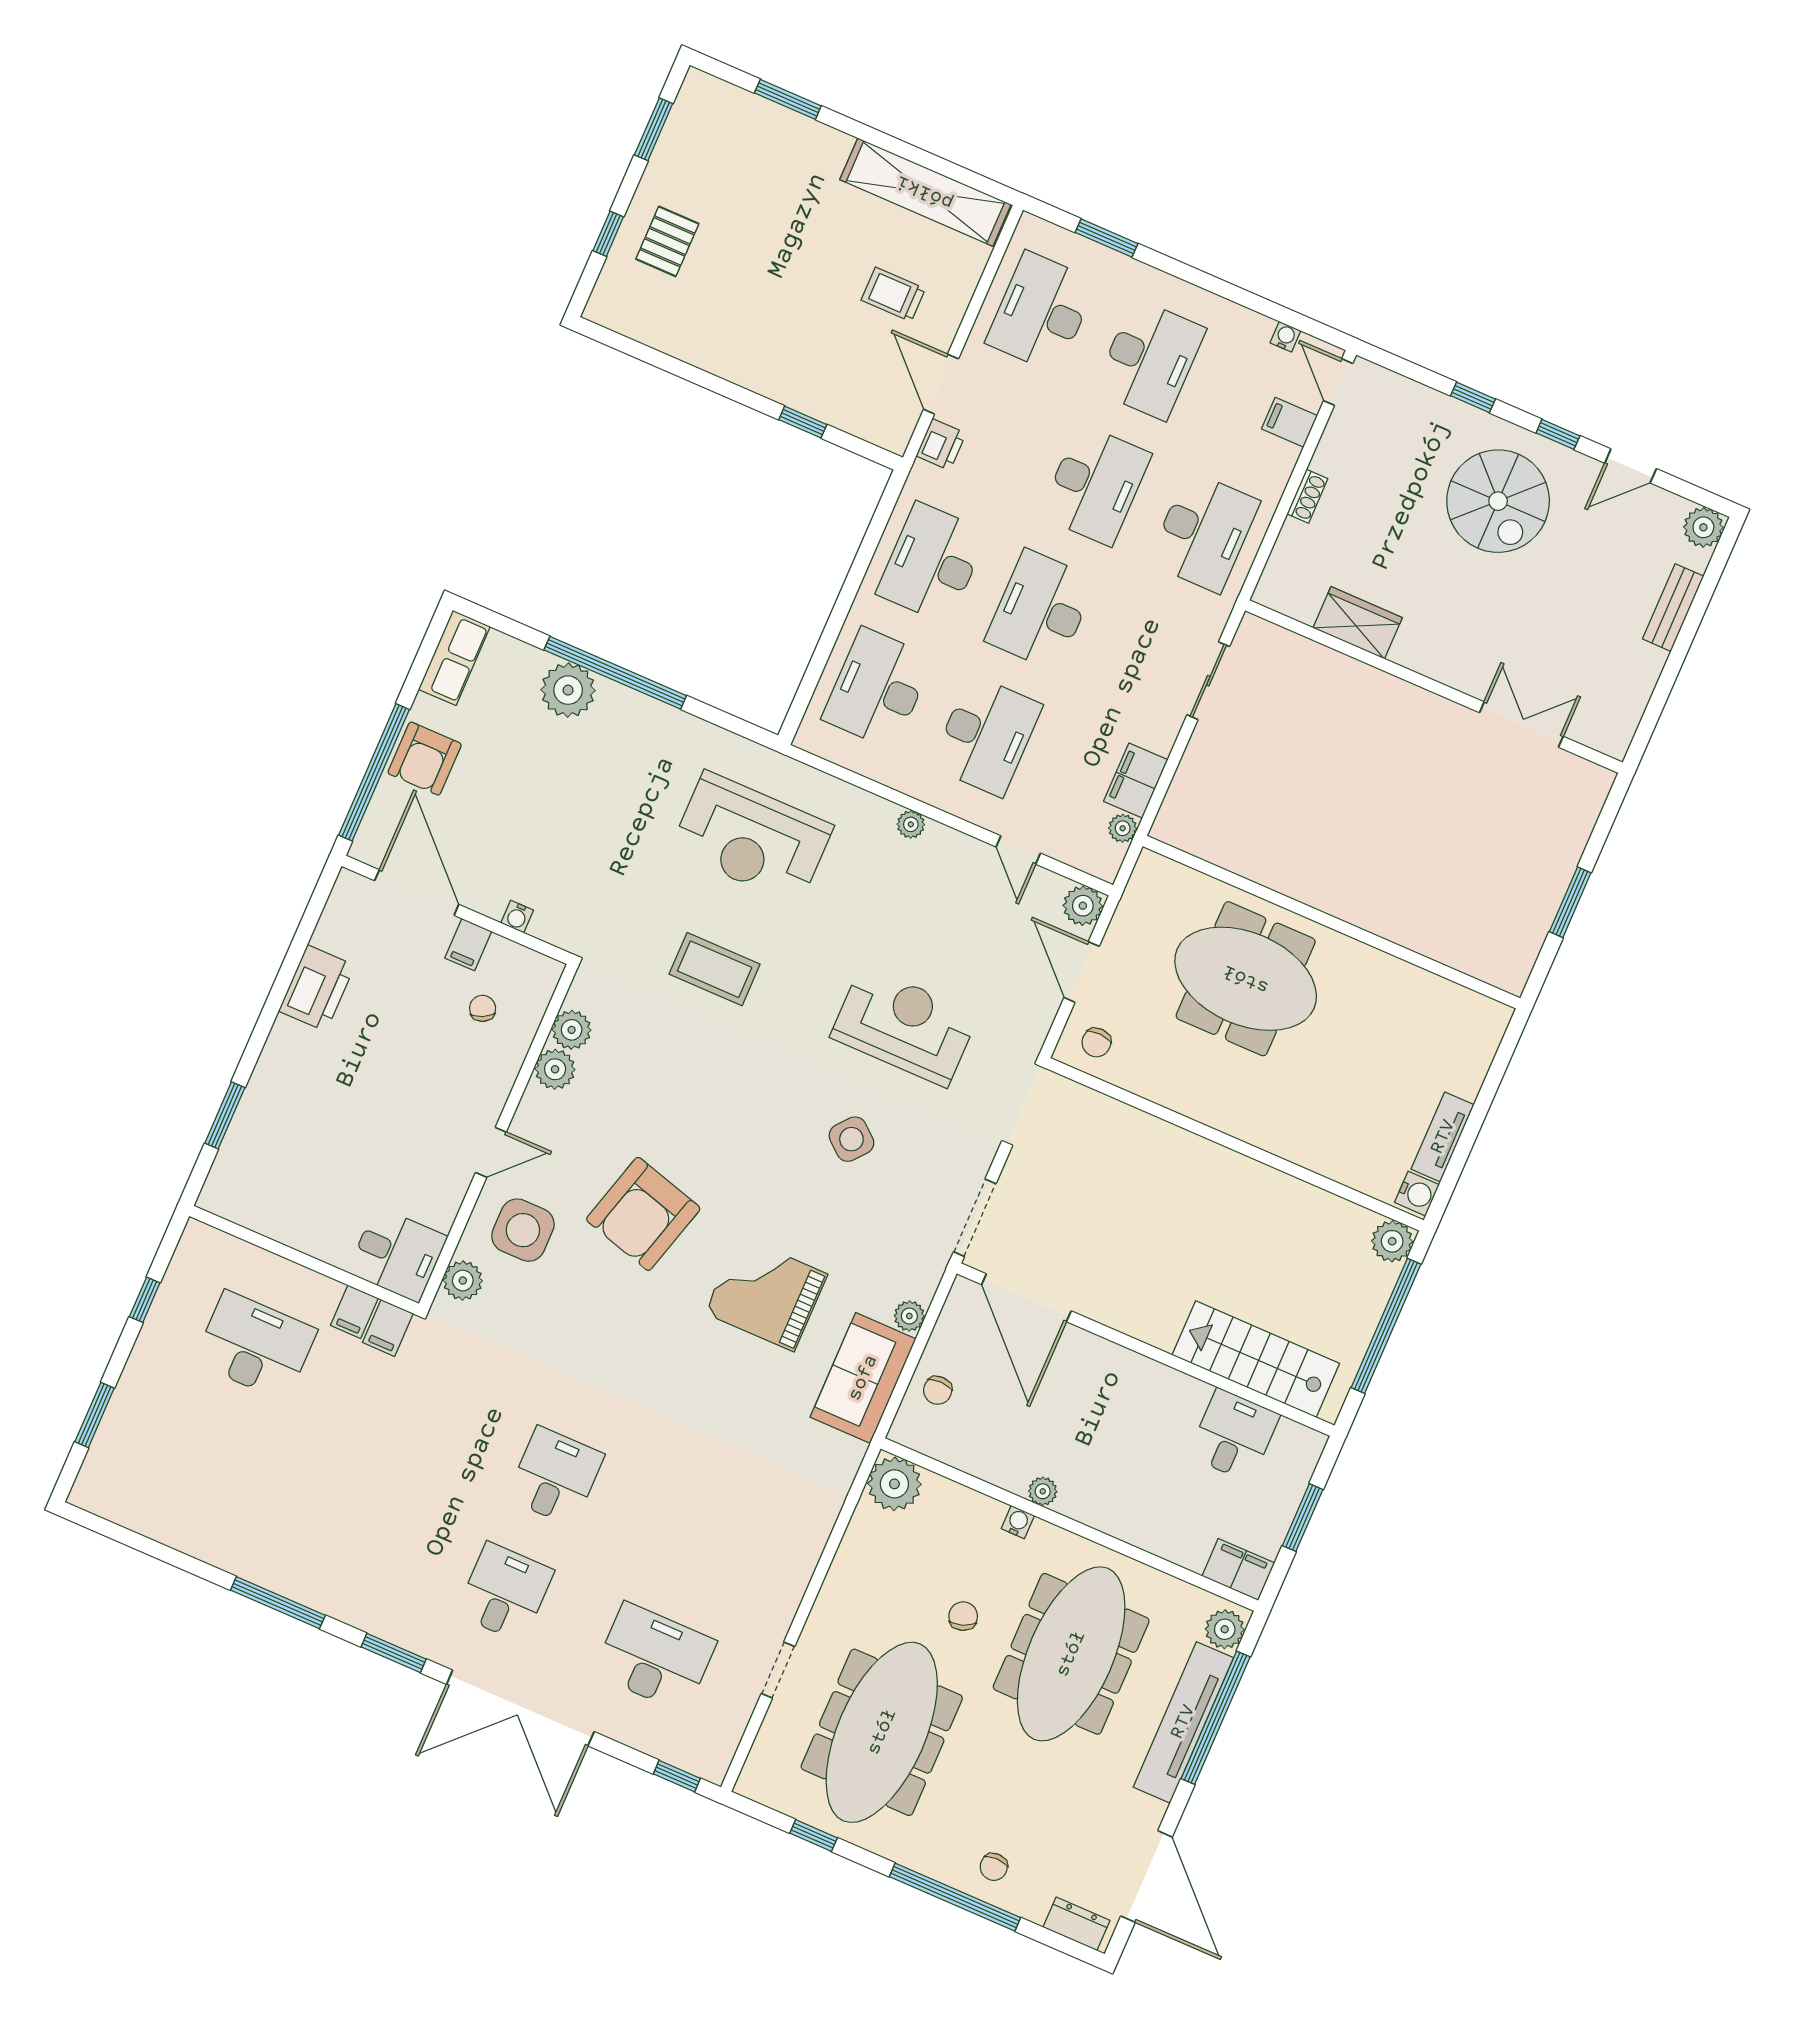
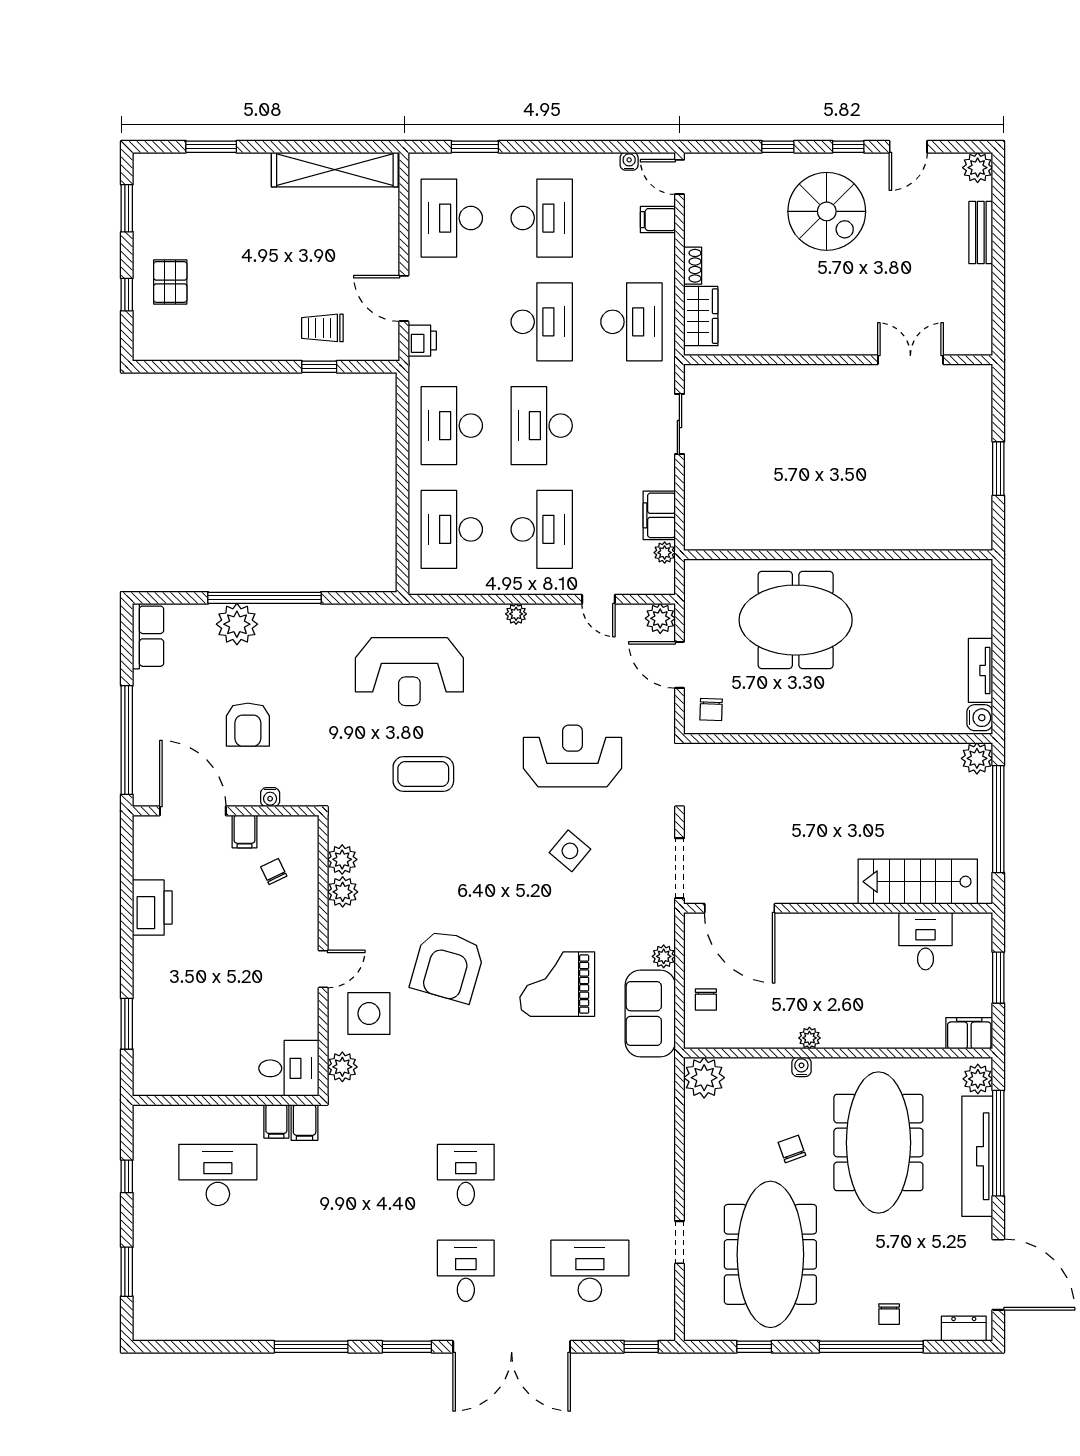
trolley: (893, 294) -> (322, 328), moved
wardrobe: (1358, 623) -> (701, 316), moved, turned 90
armchair: (425, 759) -> (248, 725), moved

